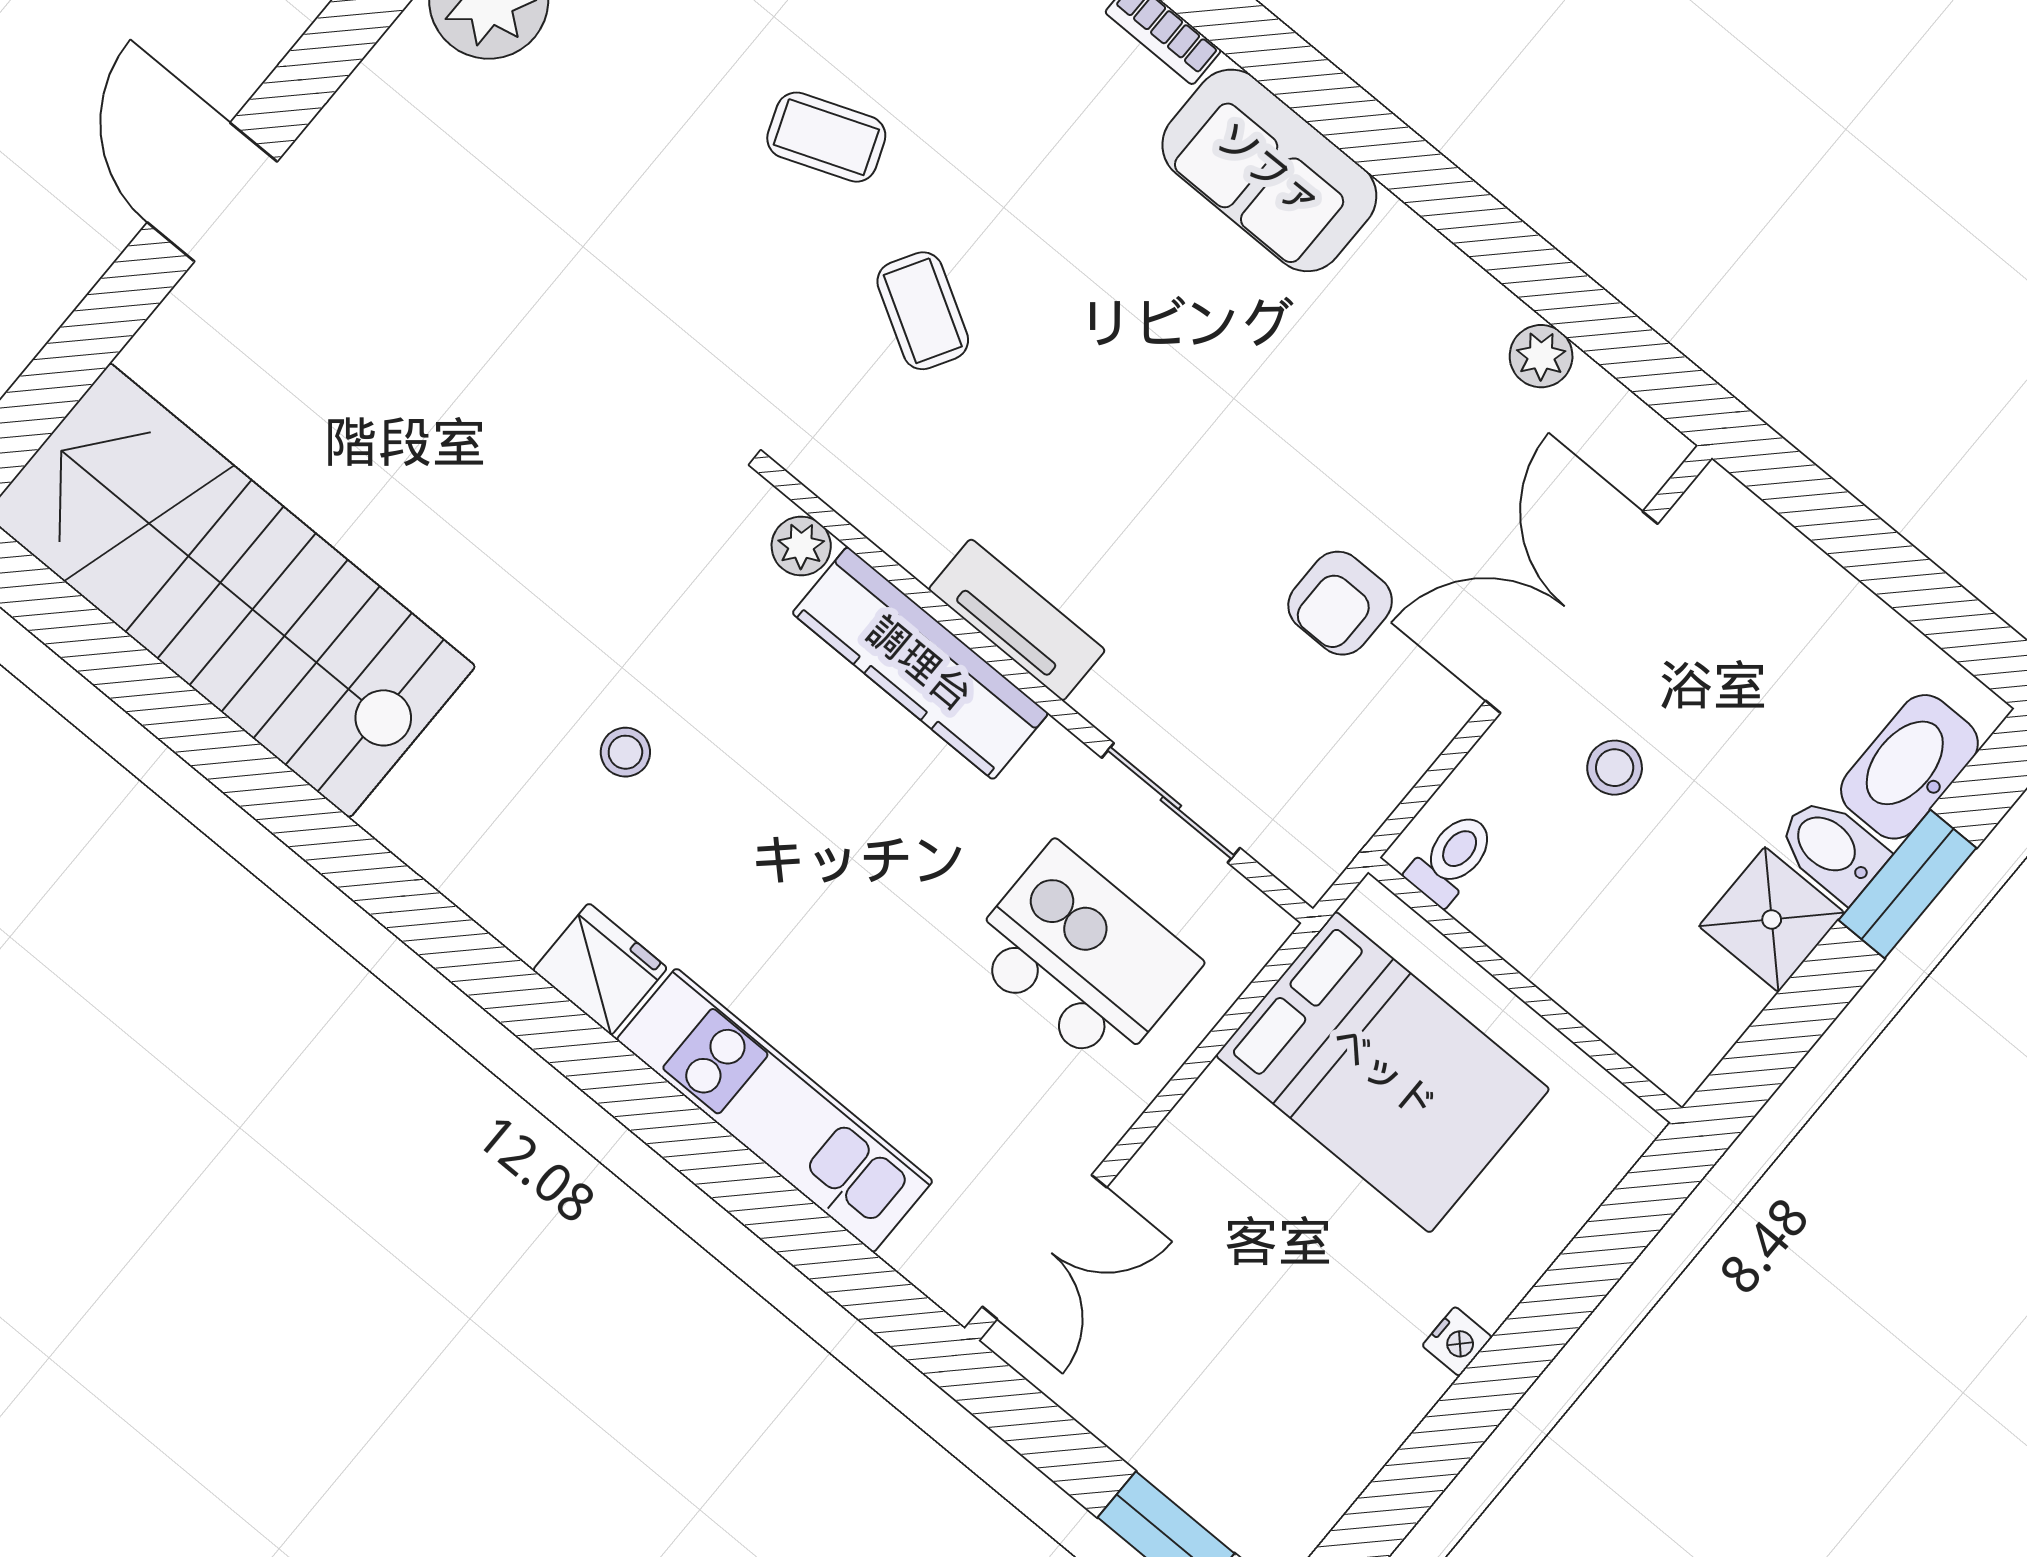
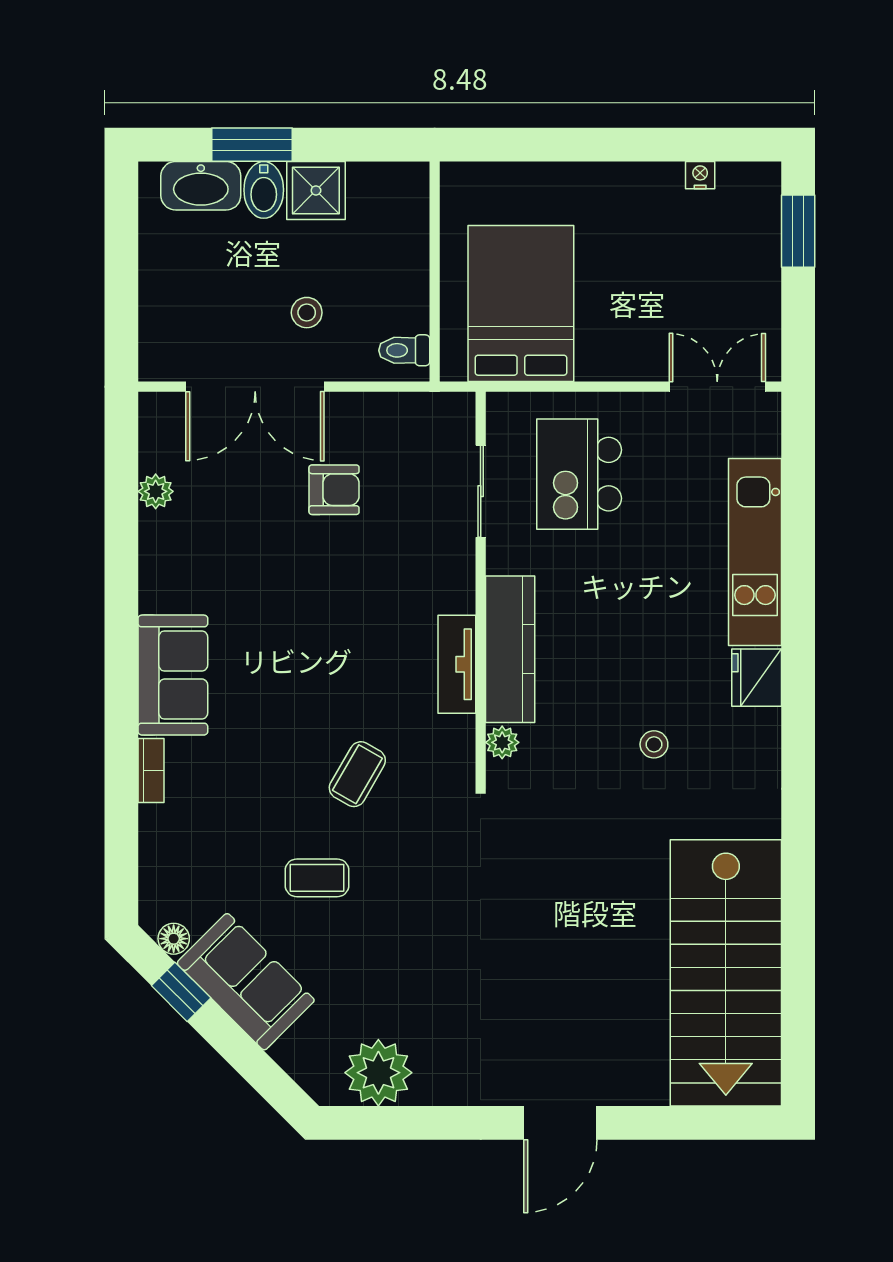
coffee table: (826, 137) -> (317, 878), turned -69
tv unit: (1017, 620) -> (457, 664), moved
nightstand: (1457, 1341) -> (700, 175), moved

